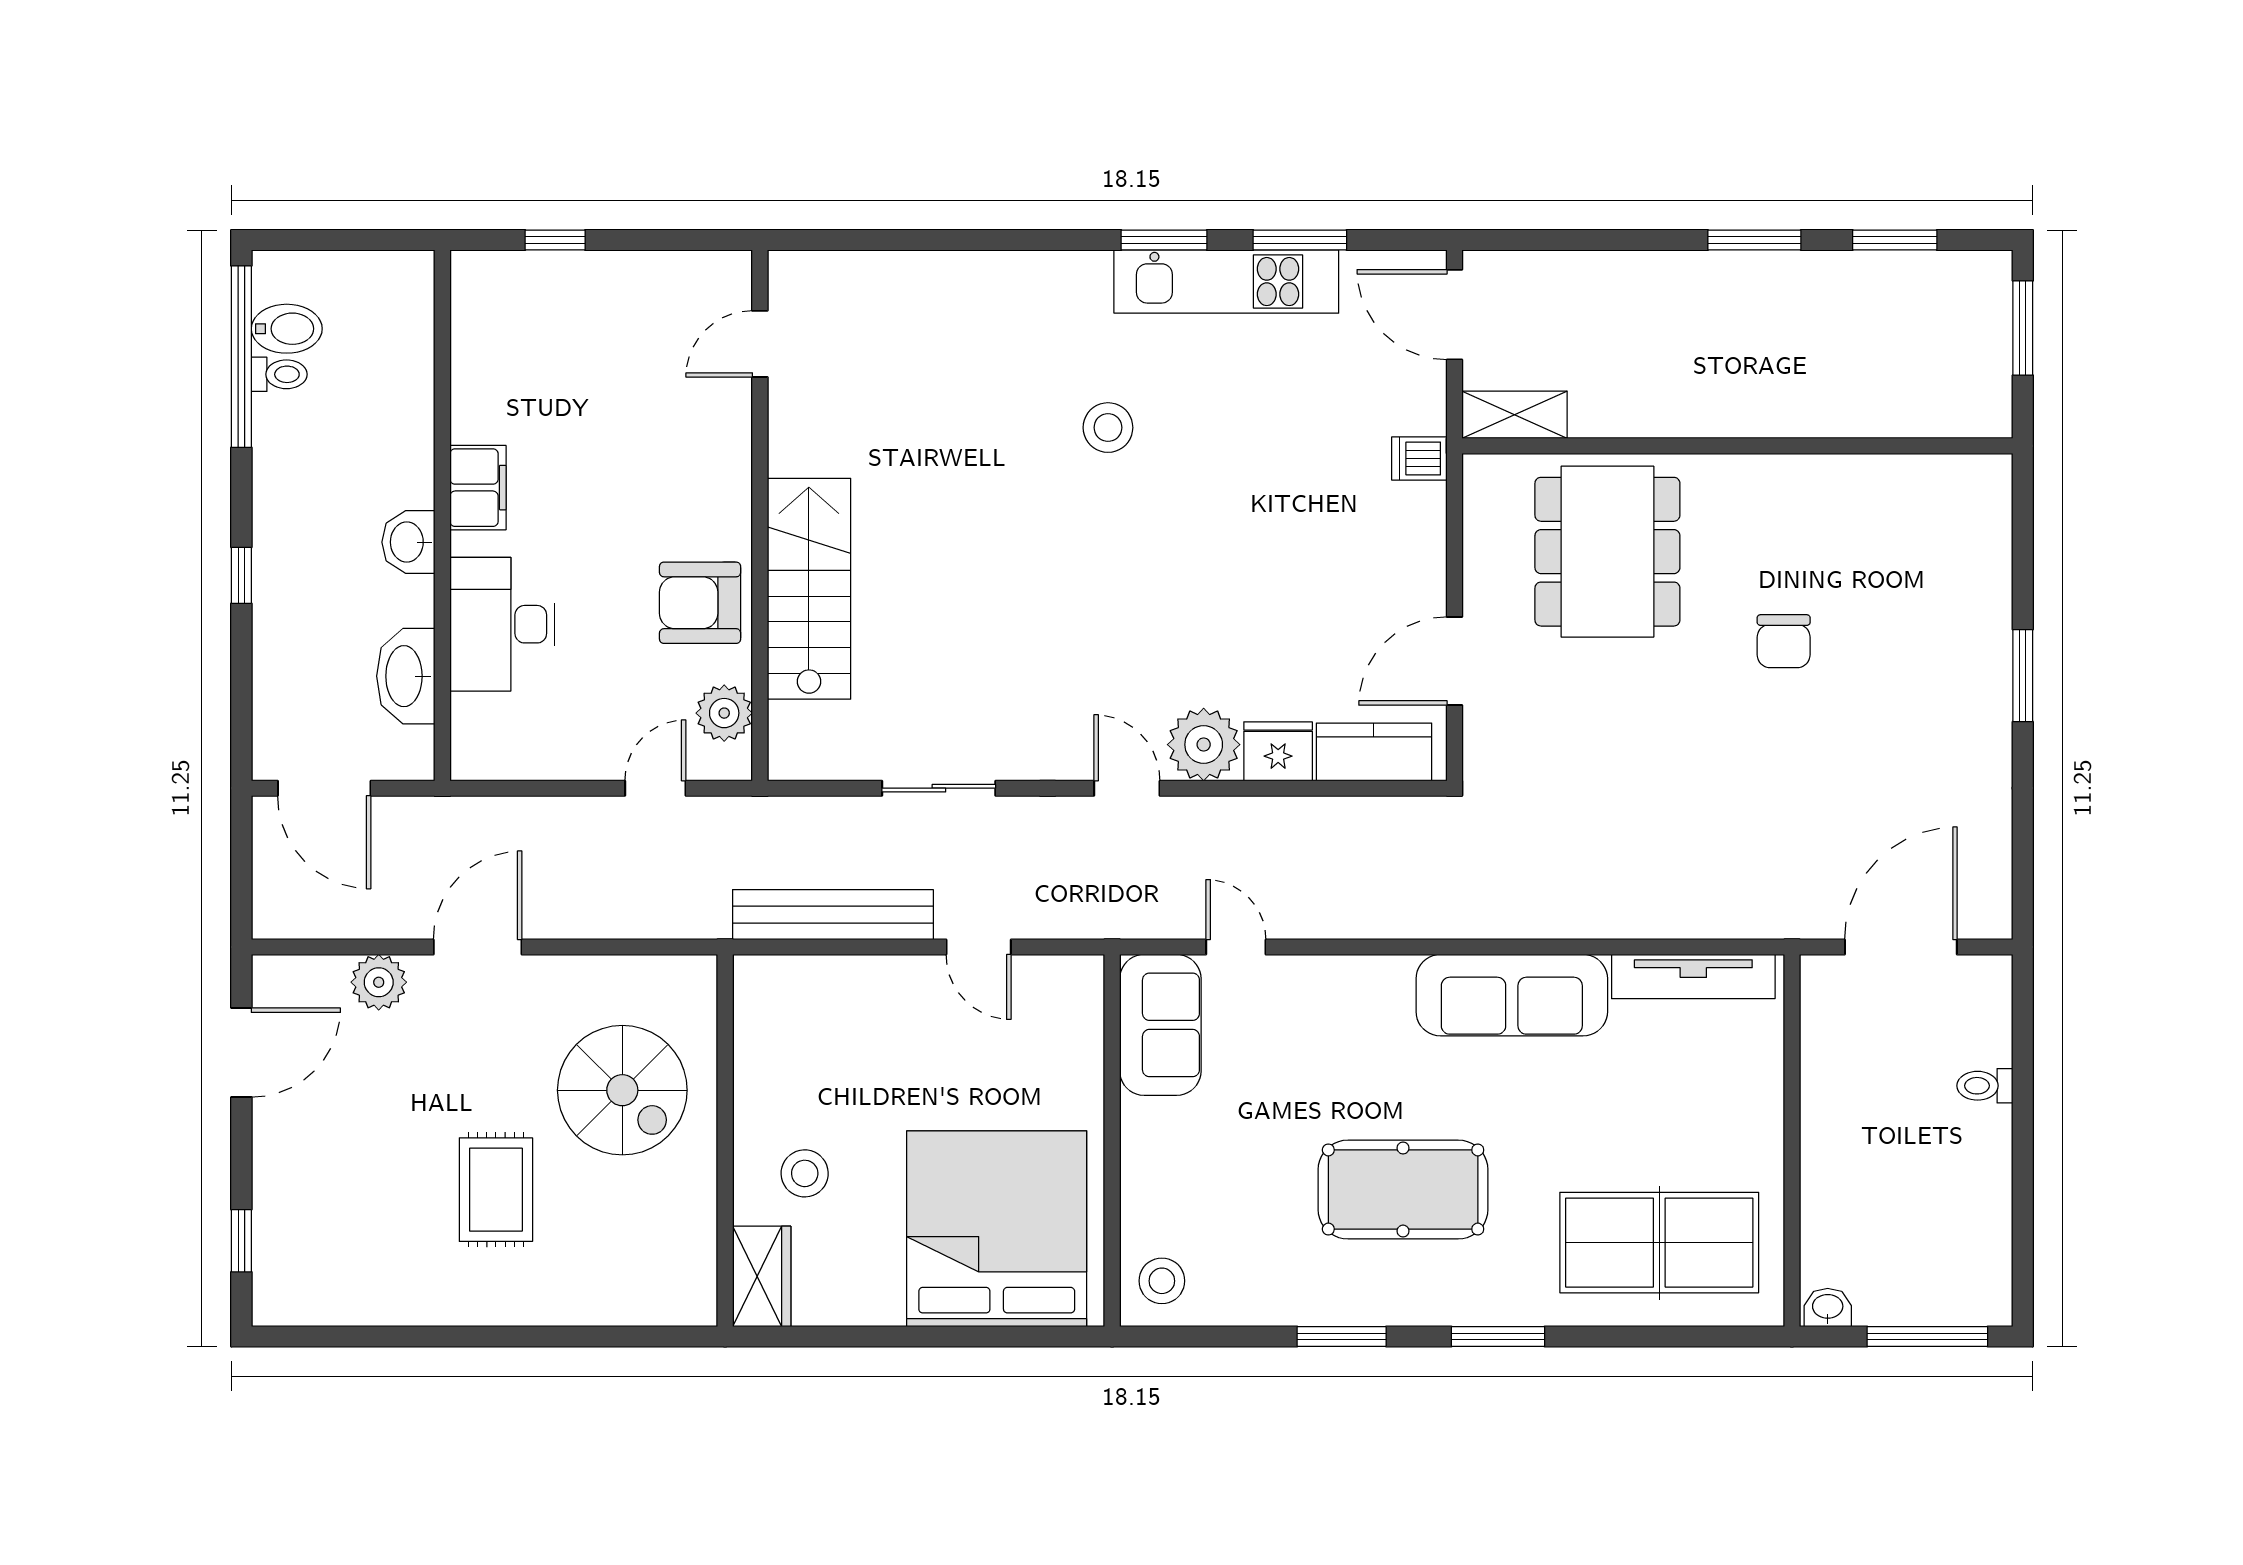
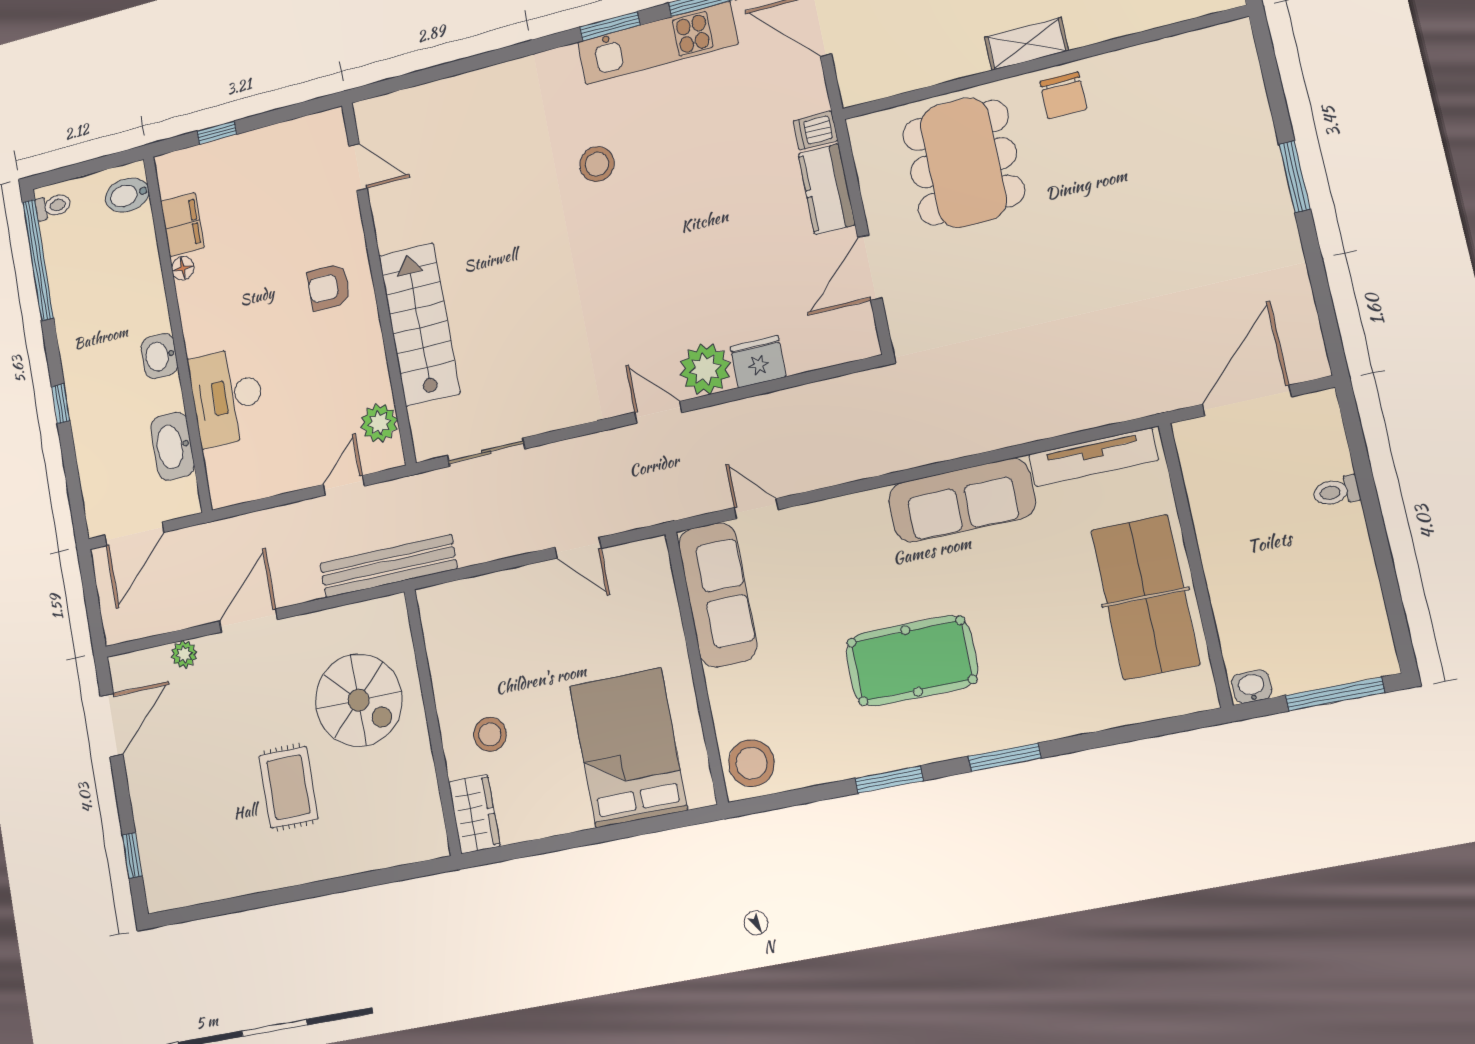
bidet: (287, 329) -> (127, 195), moved, turned 180
door: (760, 344) -> (358, 167), swing flipped
toilet: (279, 374) -> (53, 206), moved
shelving: (1515, 415) -> (1026, 44), moved
floor lamp: (467, 424) -> (183, 268), added
filing cabinet: (478, 488) -> (182, 224), moved
armchair: (700, 603) -> (329, 287), moved, width x0.72, depth x0.72
chair: (1784, 641) -> (1063, 95), moved
kitchen counter: (1374, 752) -> (827, 189), moved, turned -90
door: (324, 788) -> (134, 534), hinge flipped
sliding door: (939, 788) -> (486, 452), moved
bench: (833, 915) -> (388, 566), moved
plant: (379, 982) -> (184, 654), width x0.73, depth x0.73
sofa: (1160, 1025) -> (718, 595), width x1.36
bed: (997, 1229) -> (628, 748), width x0.73
table tennis table: (1659, 1243) -> (1145, 597), moved, turned 90
stool: (1162, 1281) -> (751, 763), width x1.38, depth x1.38

